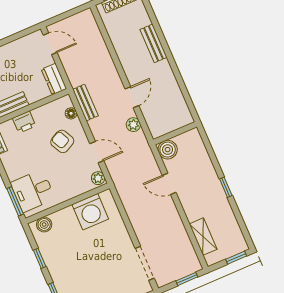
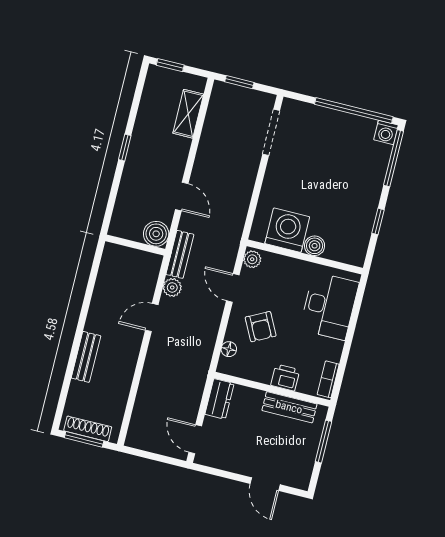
bench: (85, 103) -> (180, 254), moved
desk: (33, 191) -> (329, 306), width x1.37
window: (15, 201) -> (358, 301), removed
boiler: (44, 224) -> (315, 246), moved

